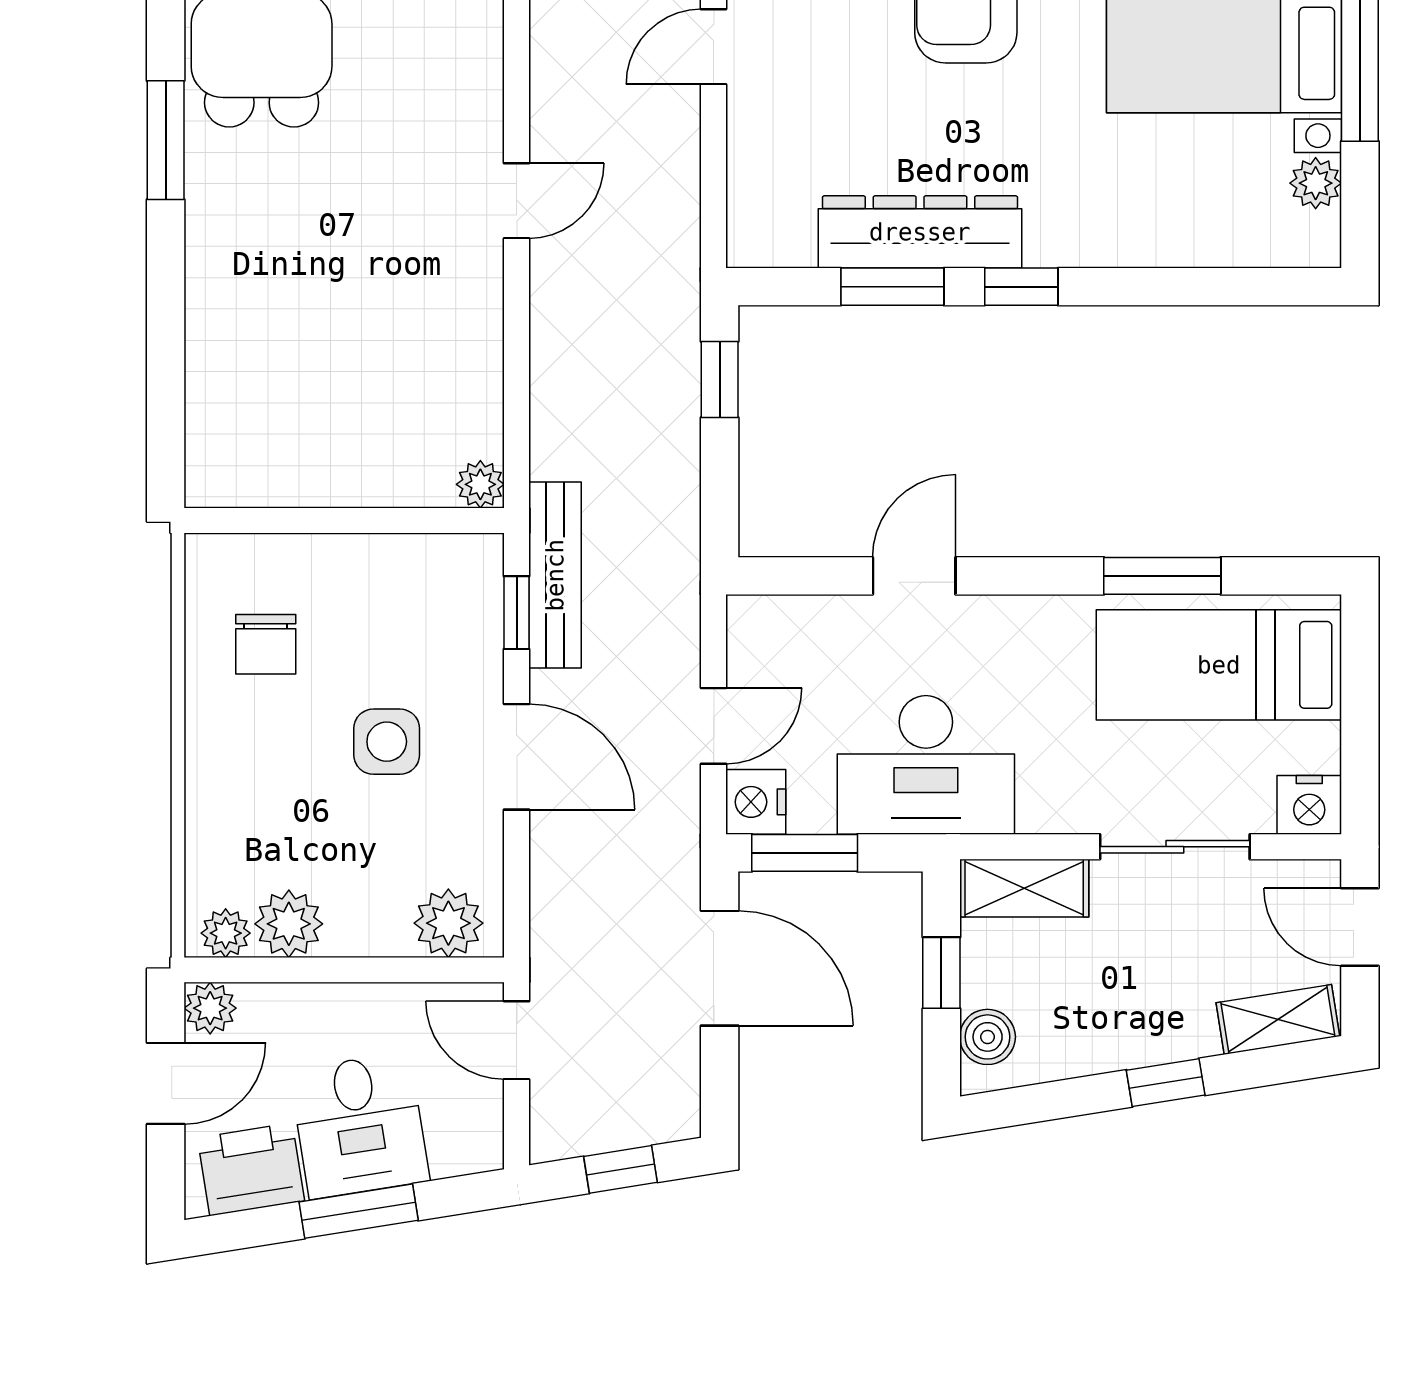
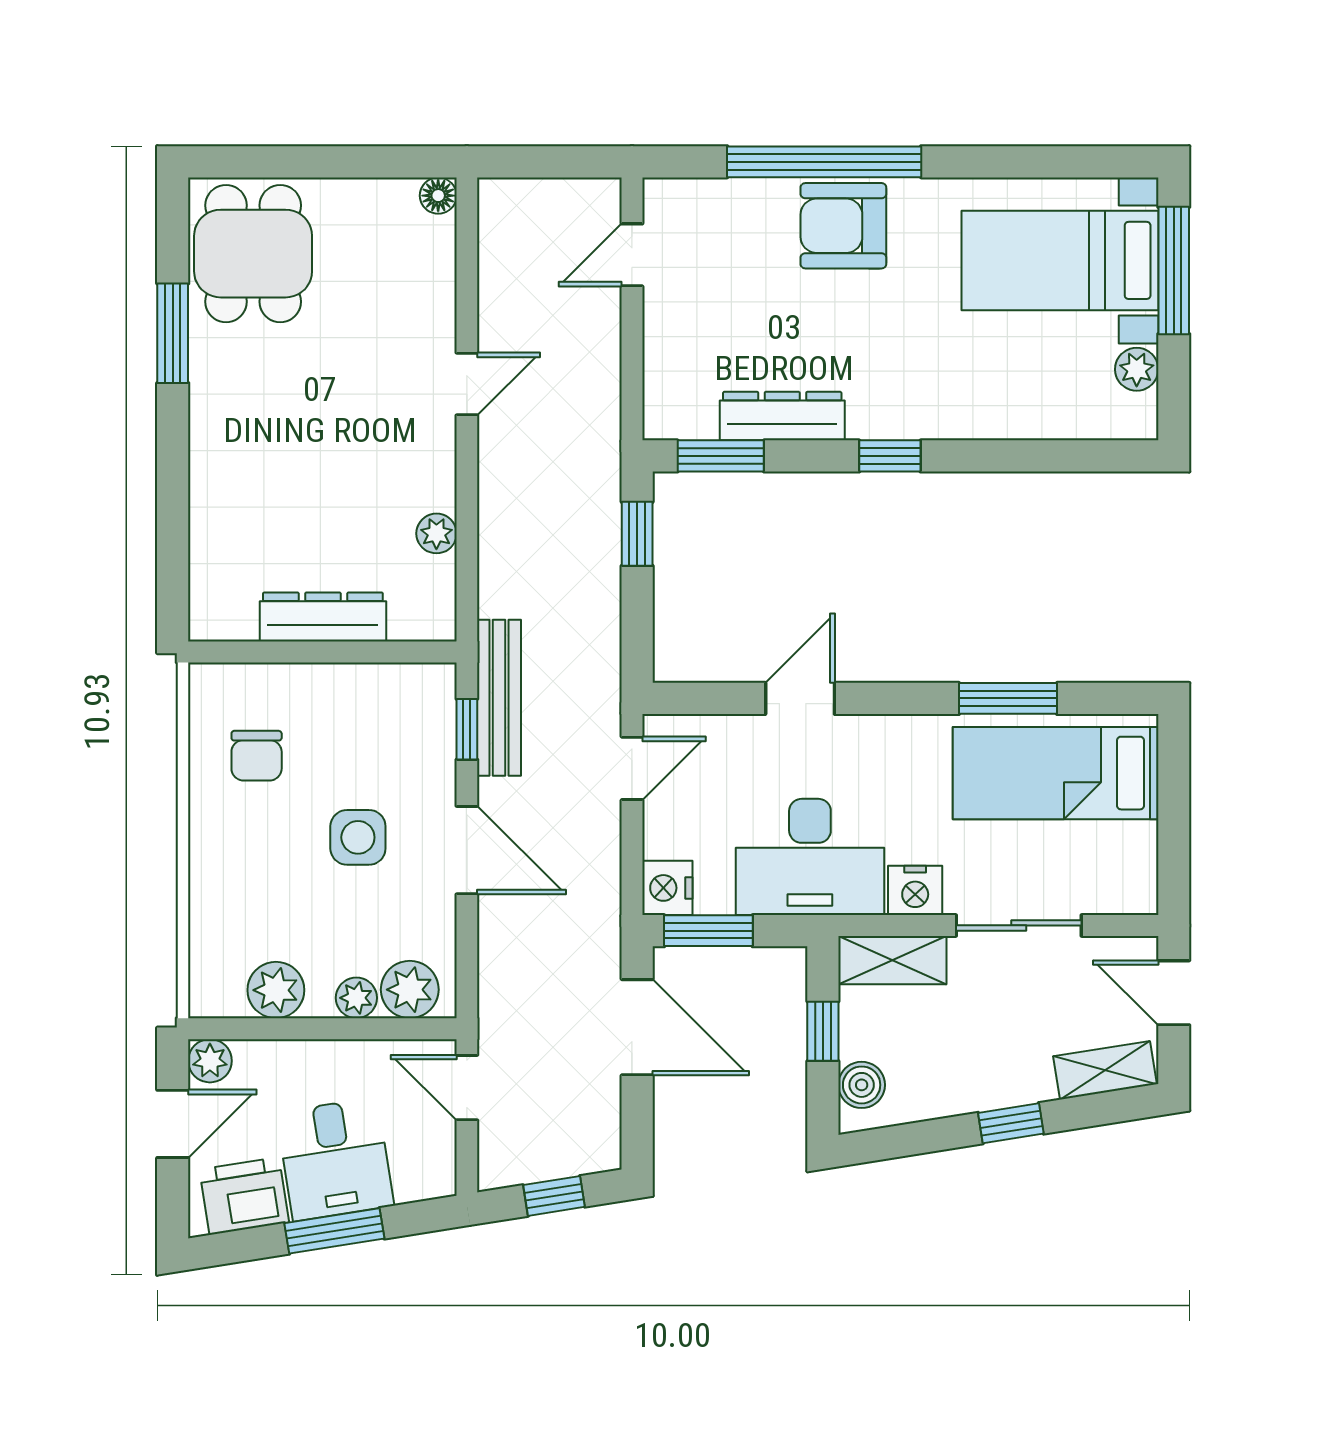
dresser: (920, 232) -> (782, 416), width x0.73, depth x0.80
window: (892, 287) -> (721, 456), moved
dresser: (345, 479) -> (323, 617), added
plant: (480, 484) -> (436, 533), moved
door: (714, 726) -> (632, 768), moved
nightstand: (1309, 805) -> (915, 890), moved
plant: (226, 933) -> (356, 998), moved

